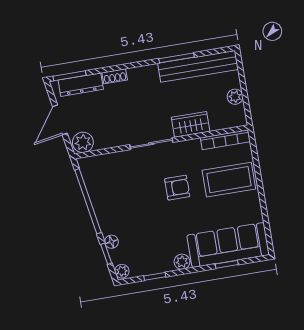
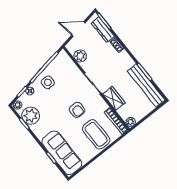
plant: (235, 97) -> (131, 122), moved
plant: (83, 142) -> (80, 56), moved
side table: (113, 208) -> (48, 82), added
plant: (182, 262) -> (31, 116), moved, width x1.87, depth x1.87

